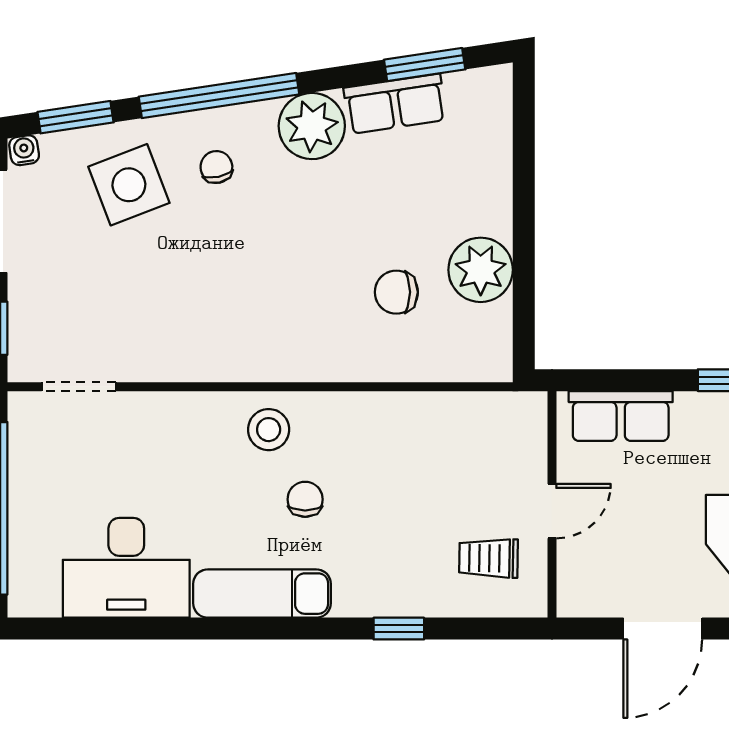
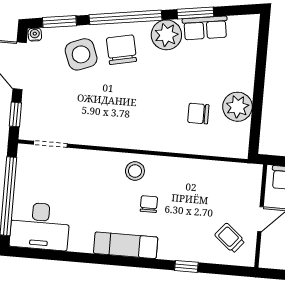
window: (425, 65) -> (195, 13), moved
chair: (216, 167) -> (121, 50), width x1.87, depth x1.87
trolley: (488, 558) -> (230, 238), turned 39
desk: (126, 568) -> (40, 226), moved

